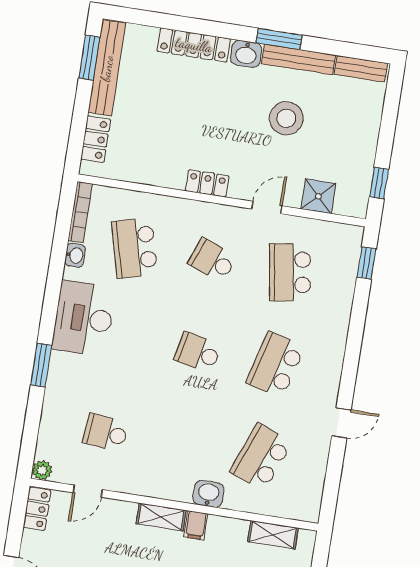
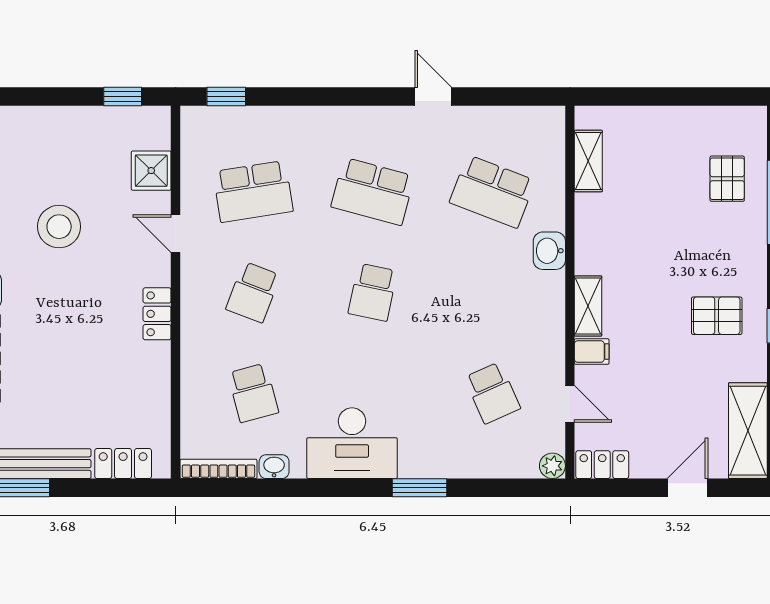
school desk: (135, 248) -> (253, 393), width x0.54
school desk: (106, 433) -> (492, 393), turned -30
filing cabinet: (196, 525) -> (592, 352), moved

